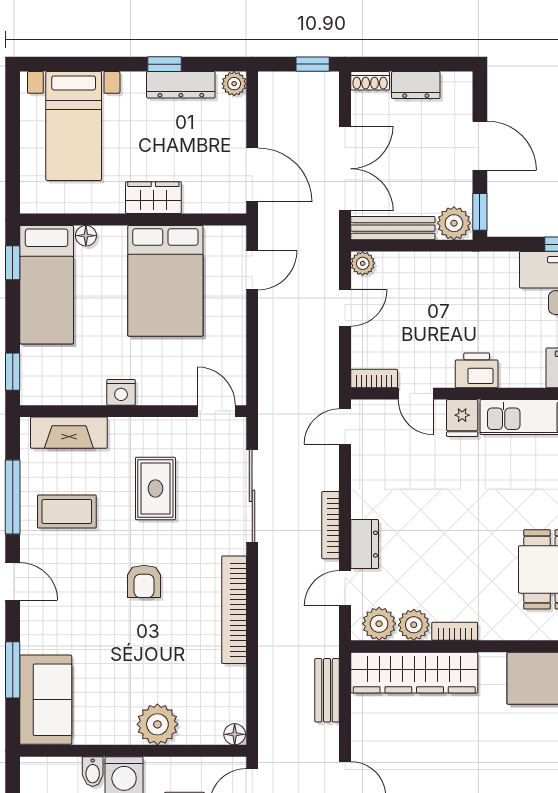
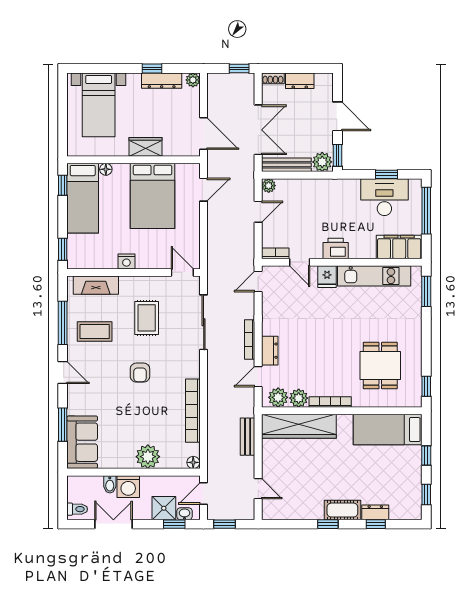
bookcase: (234, 610) -> (193, 411), moved
bookcase: (455, 631) -> (330, 402), width x1.56

